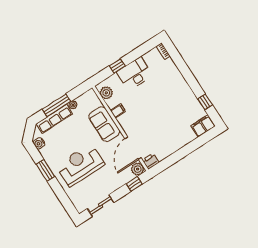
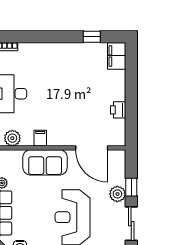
printer: (151, 161) -> (118, 110), moved
plant: (138, 169) -> (117, 194), moved
window: (134, 184) -> (131, 187), moved

